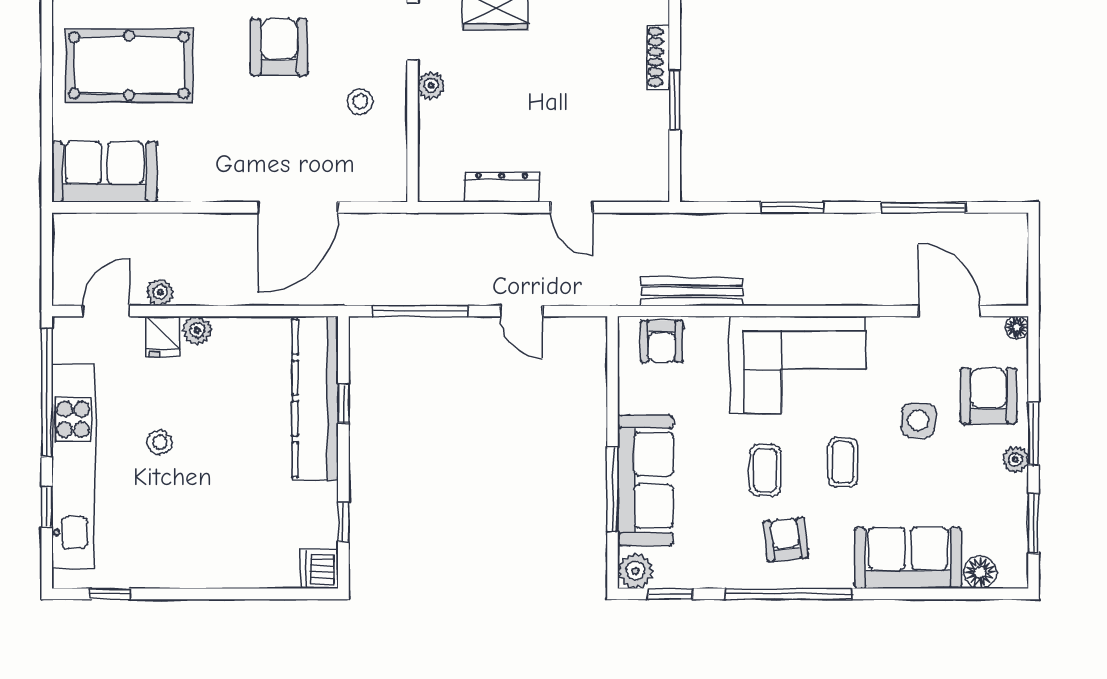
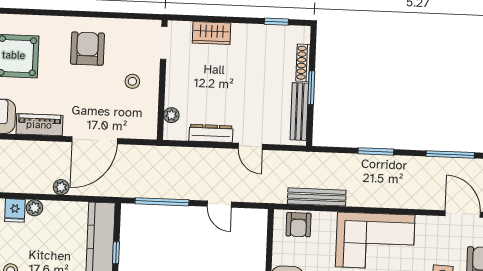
plant: (431, 85) -> (171, 115), moved
bench: (655, 143) -> (299, 112), added
piano: (200, 184) -> (39, 125), added
plant: (160, 292) -> (61, 187), moved

